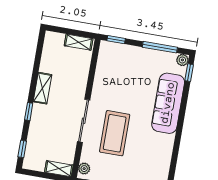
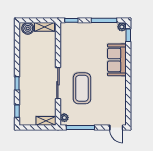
boiler: (56, 40) -> (28, 28), added
shelving: (43, 88) -> (24, 65), removed
sofa: (168, 103) -> (117, 60), width x0.73

